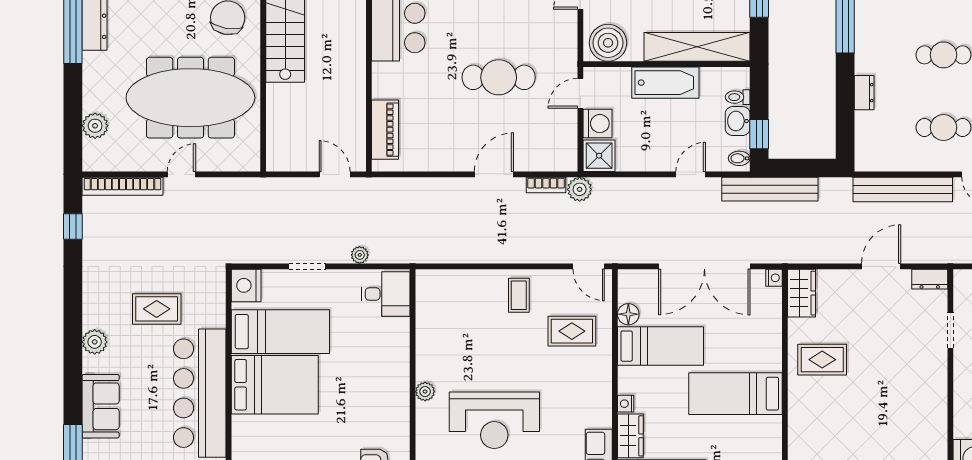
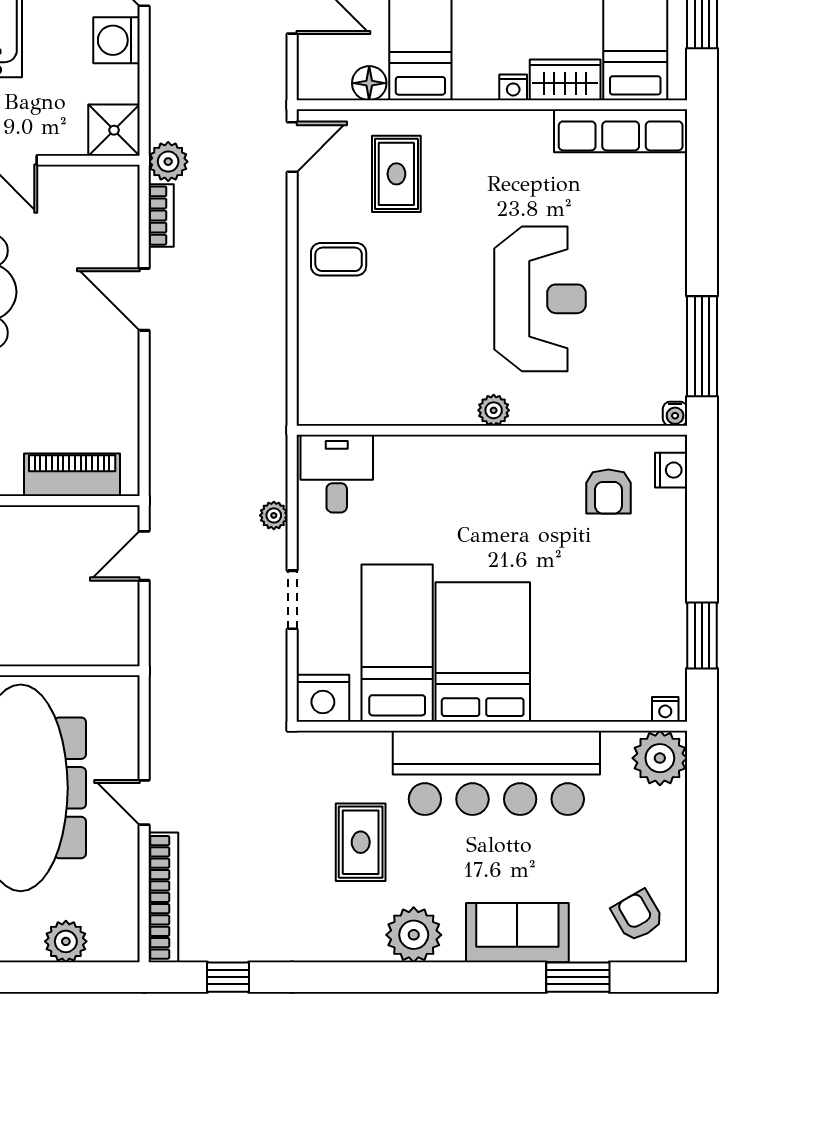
washing machine: (598, 124) -> (117, 40), moved, turned -90
plant: (95, 342) -> (414, 935), width x1.36, depth x1.36

